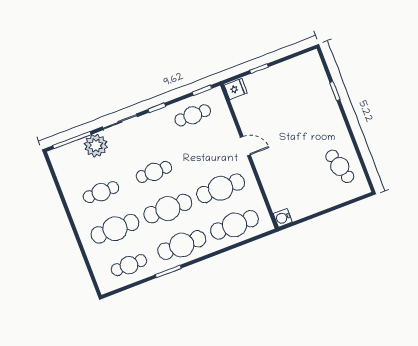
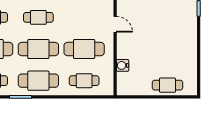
cafe table: (340, 166) -> (167, 85), moved, turned -74
water cooler: (283, 218) -> (123, 65), moved
cafe table: (235, 225) -> (84, 81), width x0.73, depth x0.74

